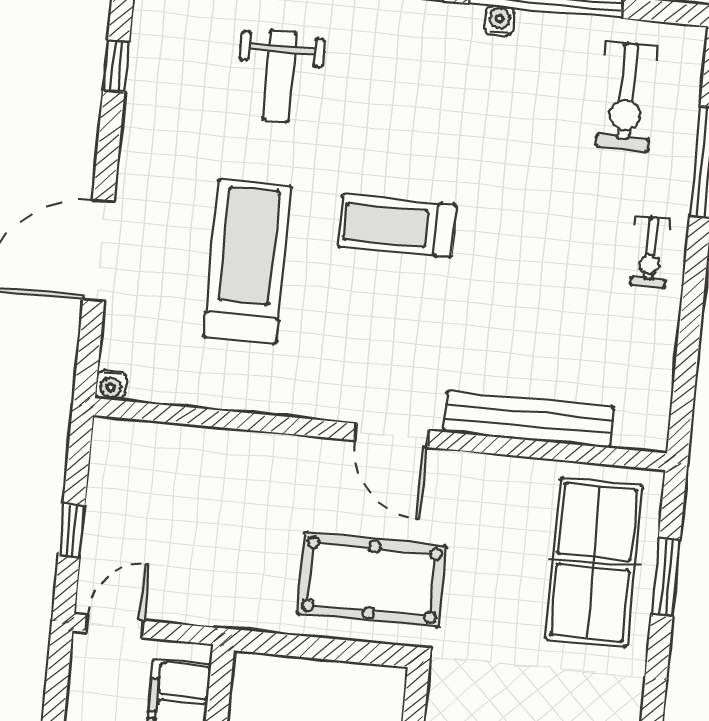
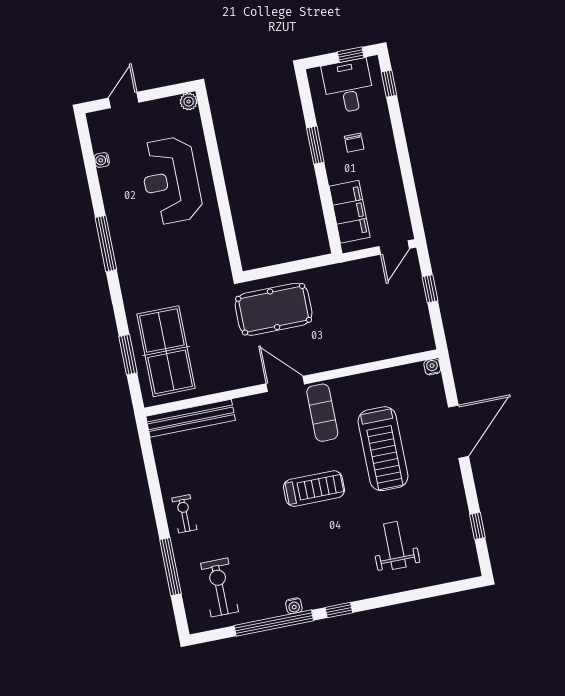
exercise mat: (339, 362) -> (322, 413), added
bench: (529, 419) -> (191, 418), moved

